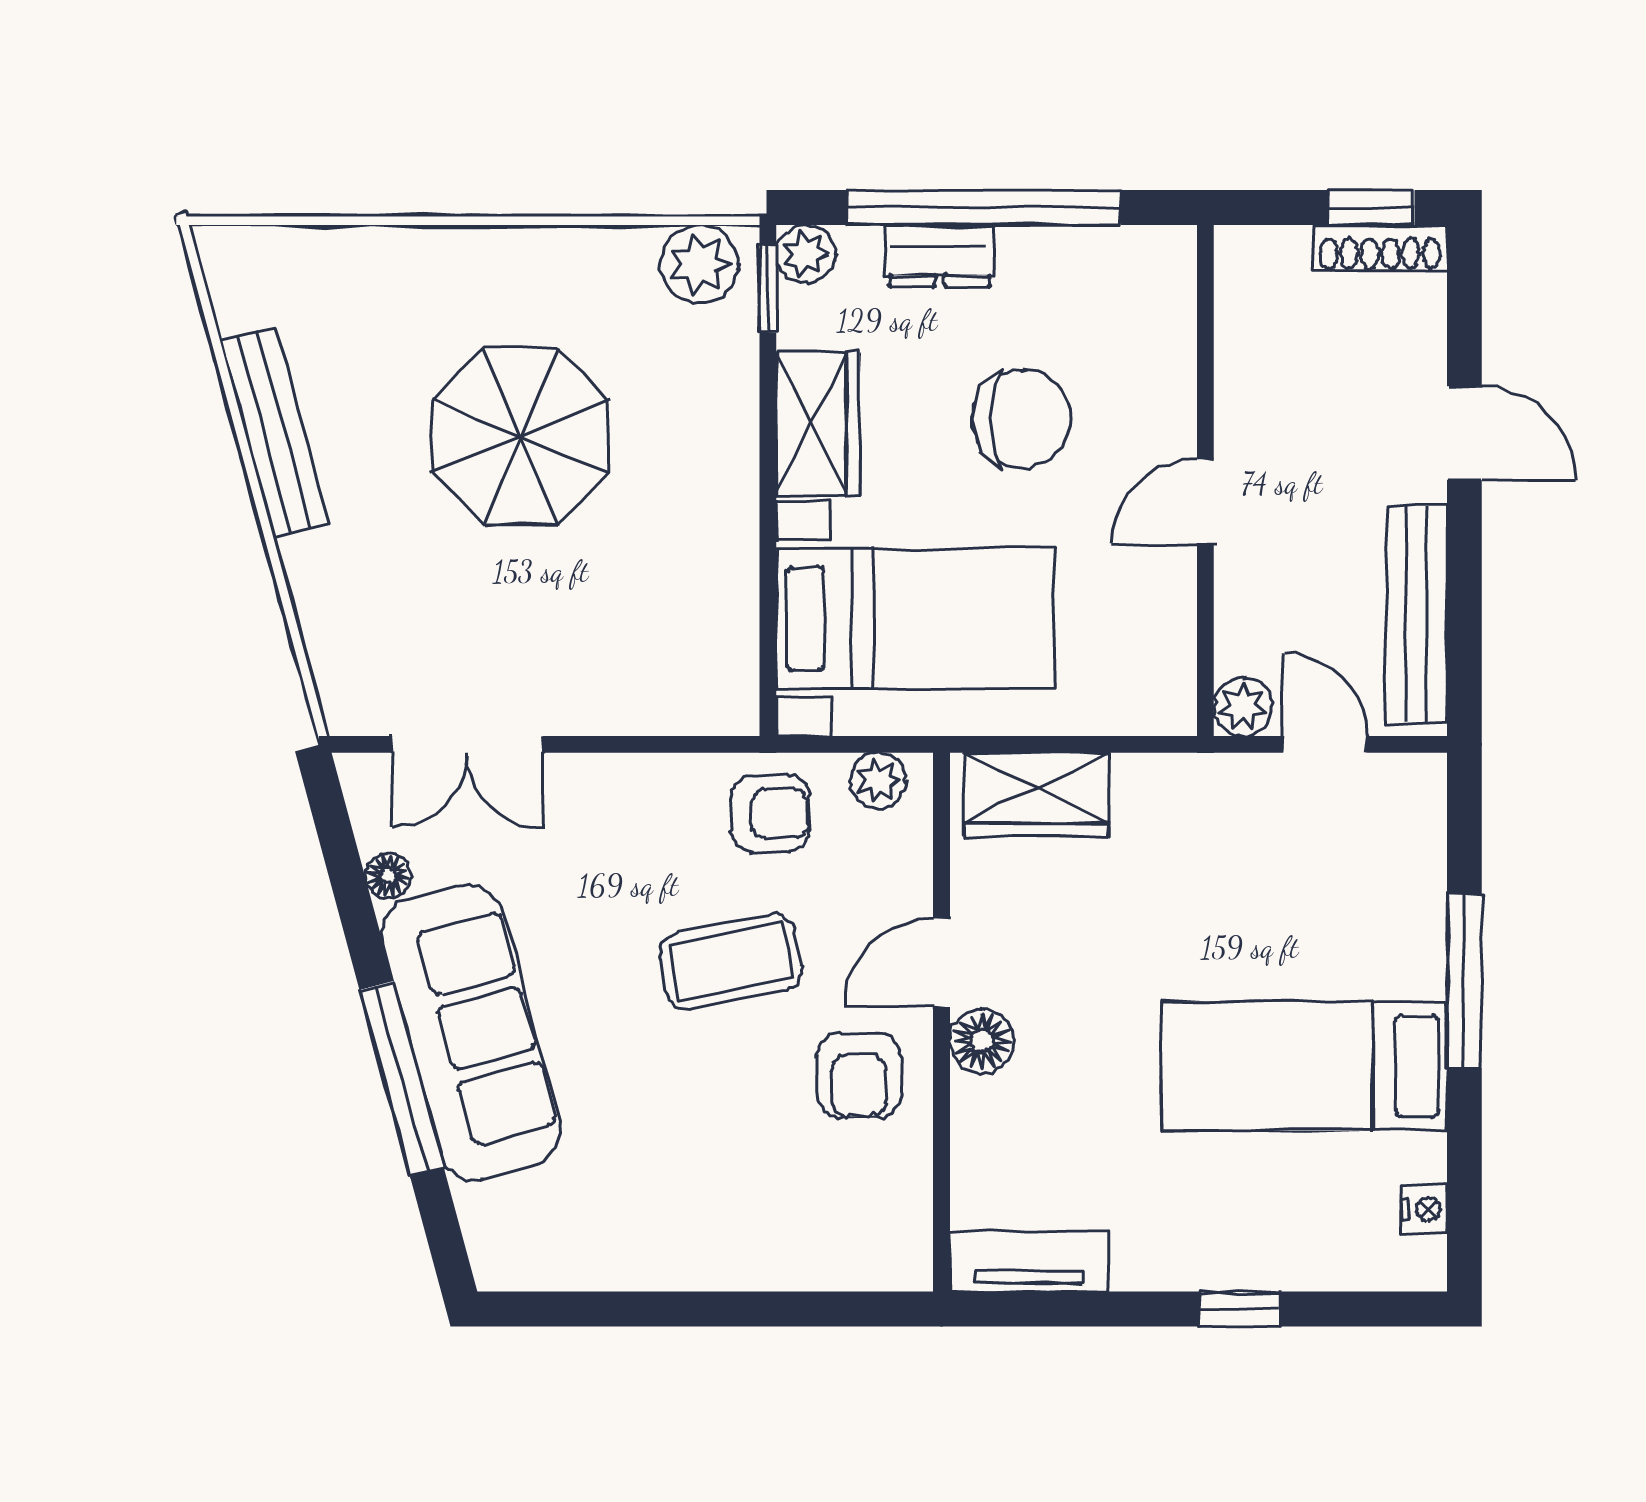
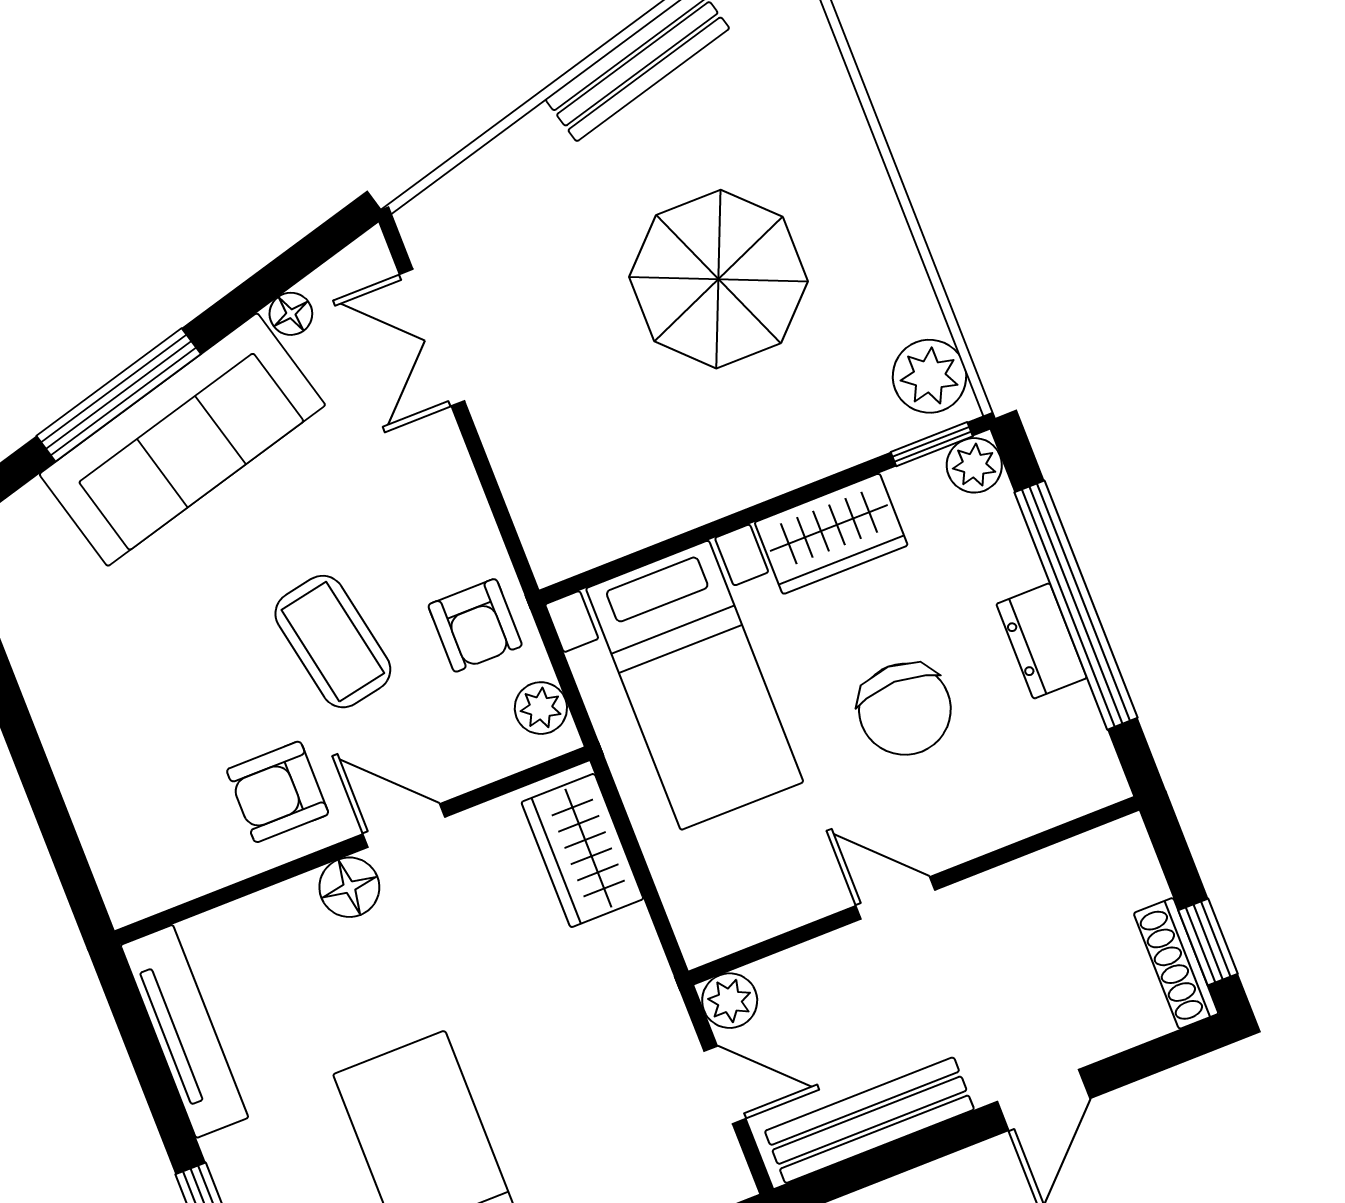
dresser: (939, 256) -> (1042, 641), moved
door: (1325, 744) -> (725, 1085), hinge flipped
tv unit: (1029, 1261) -> (184, 1031), width x1.41

